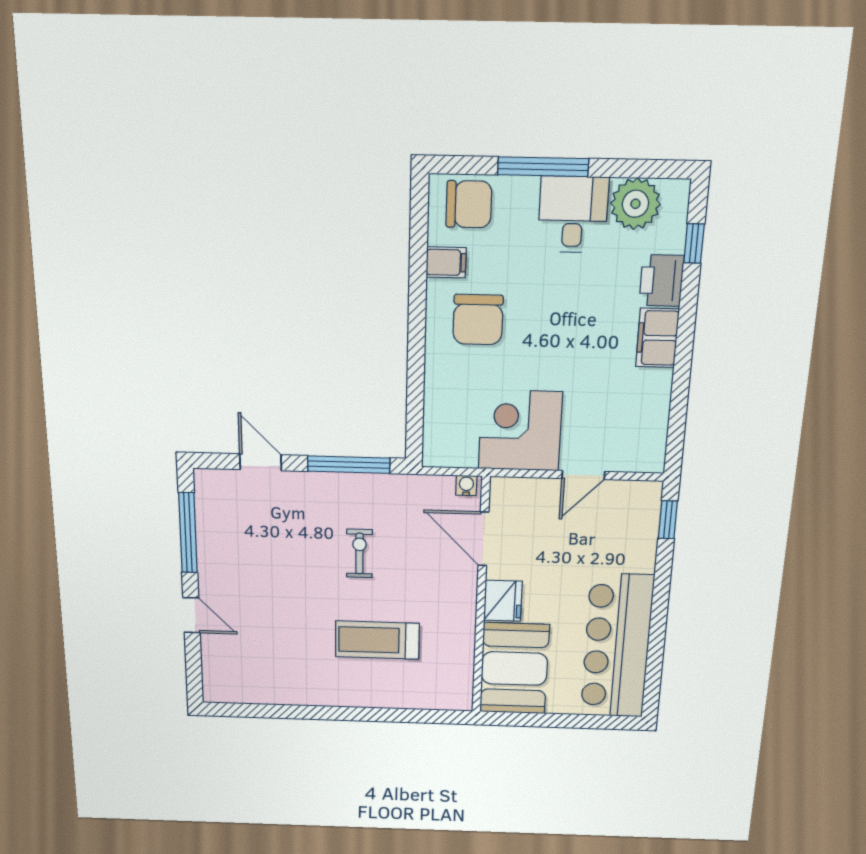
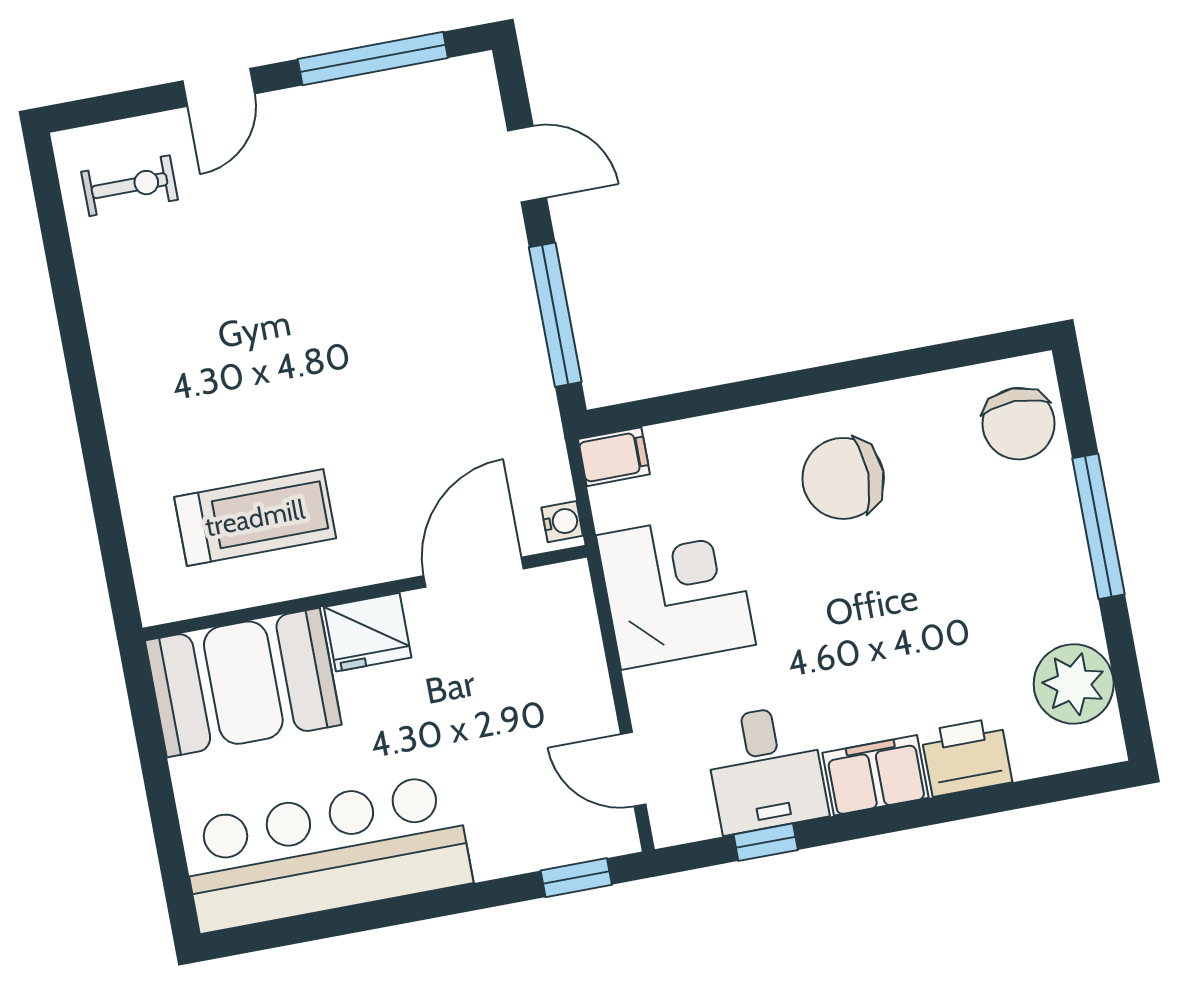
desk: (573, 215) -> (766, 769), moved, turned 90
window: (694, 243) -> (766, 842), moved
filing cabinet: (446, 262) -> (614, 457), moved, turned -90
door: (260, 462) -> (527, 164), hinge flipped
door: (583, 475) -> (633, 769), moved
exercise bike: (359, 553) -> (130, 186), moved
treadmill: (377, 640) -> (255, 518), moved, turned 90

